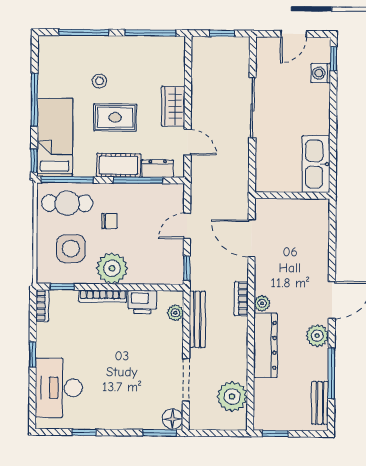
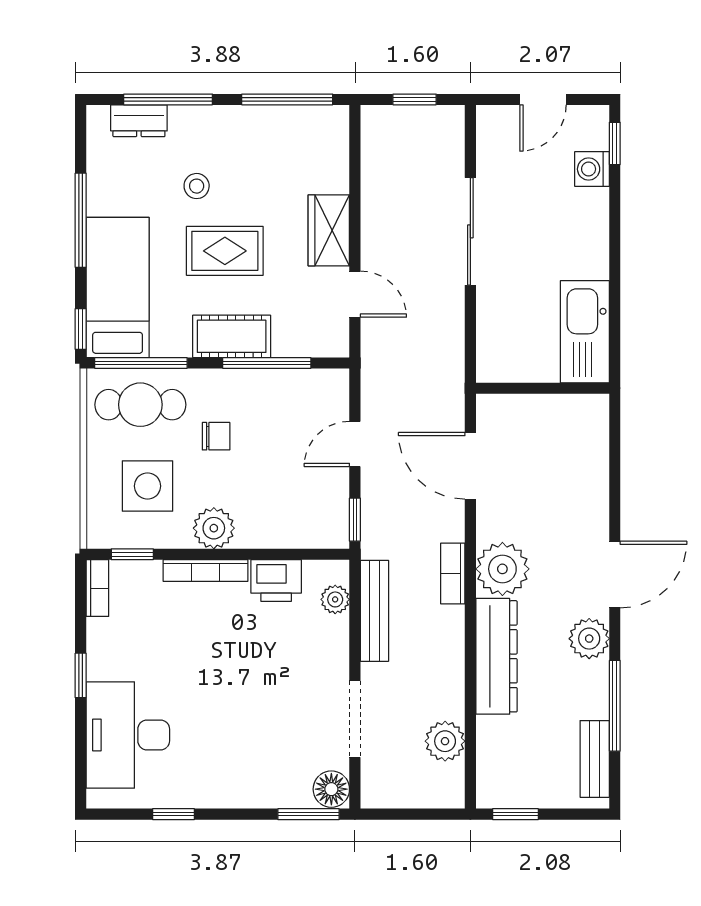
dresser: (158, 168) -> (139, 121), moved, turned 180
plant: (112, 268) -> (214, 528), width x0.73, depth x0.73
plant: (262, 303) -> (502, 569), width x1.88, depth x1.88
plant: (232, 397) -> (445, 741), width x0.73, depth x0.73

